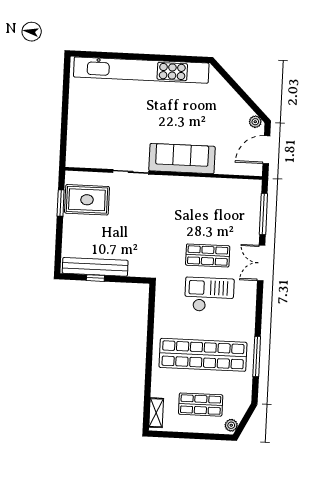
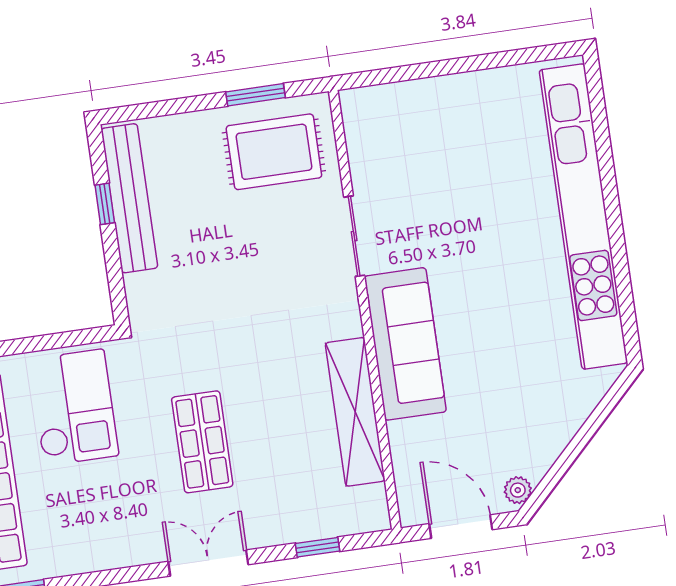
shelving: (207, 186) -> (355, 412), added
rug: (87, 200) -> (274, 152), turned 90
window: (263, 214) -> (318, 547), width x0.46
checkout: (209, 295) -> (74, 407), moved

